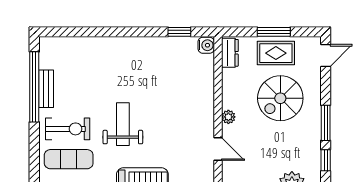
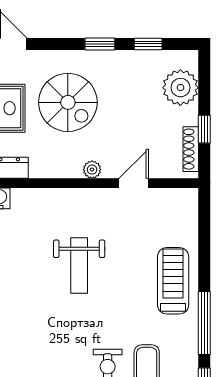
window: (326, 123) -> (100, 44), width x0.67
weight bench: (123, 124) -> (79, 266), moved, turned -90

